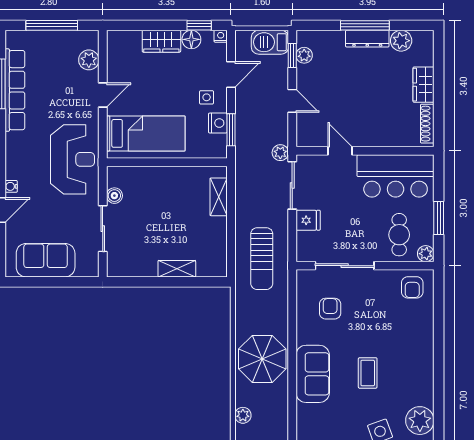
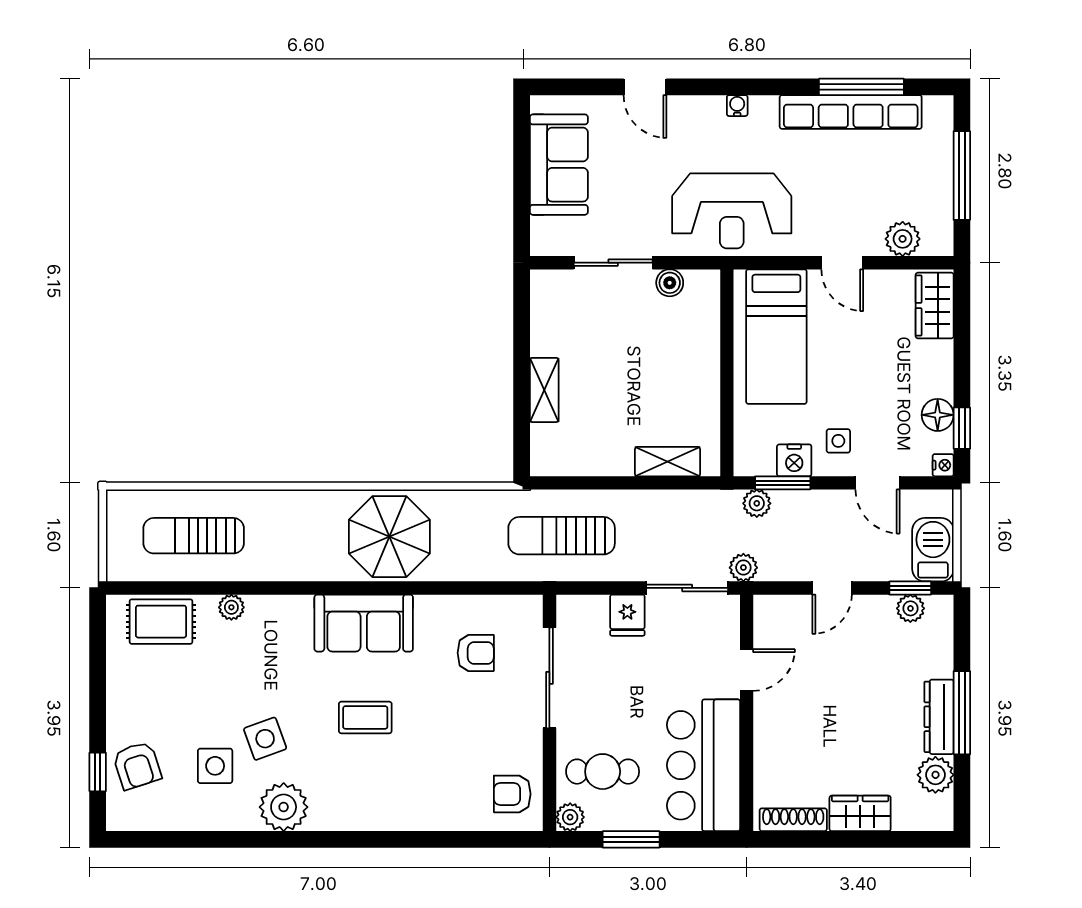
wardrobe: (161, 41) -> (935, 306), moved
water cooler: (11, 186) -> (737, 106), moved
plant: (243, 415) -> (757, 503), moved

